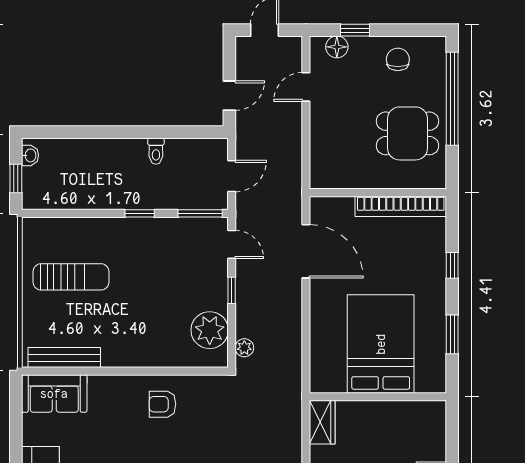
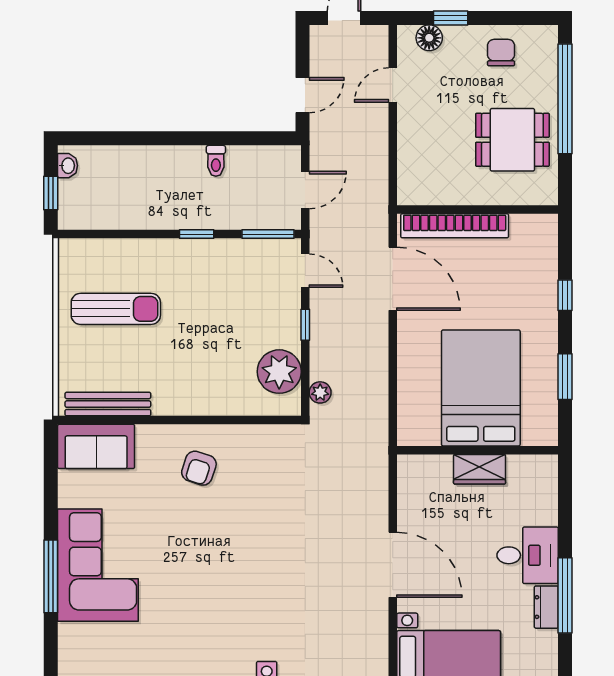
bookcase: (401, 206) -> (455, 226), moved
armchair: (162, 404) -> (199, 468), moved, turned -72
wardrobe: (322, 422) -> (480, 469), moved, turned 90

